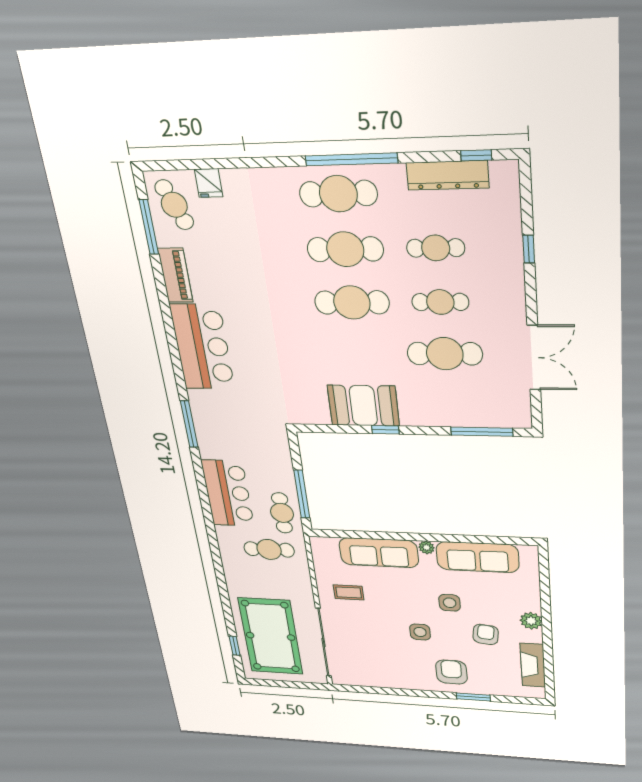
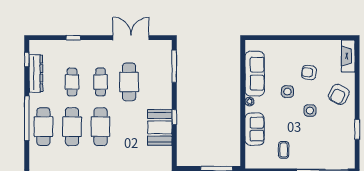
sofa: (379, 553) -> (254, 129), width x0.73
plant: (531, 621) -> (297, 46), removed
fireplace: (533, 665) -> (348, 56), moved, turned 90
armchair: (451, 672) -> (339, 94), turned -63
window: (473, 697) -> (357, 130), moved

